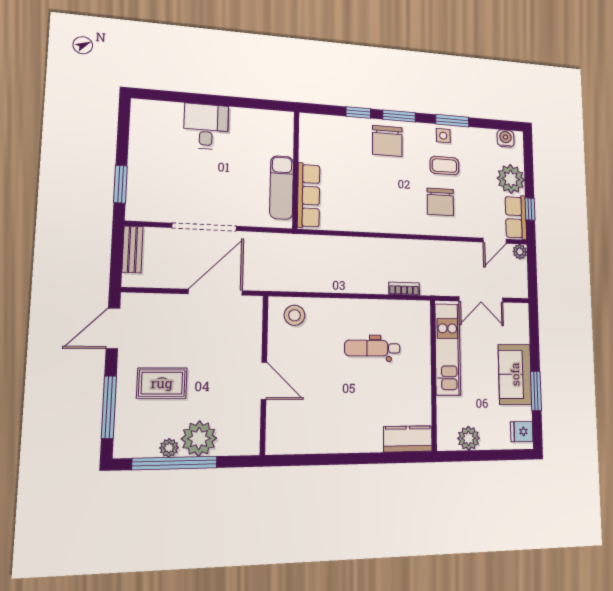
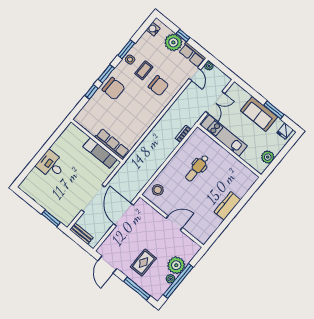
window: (530, 209) -> (183, 36), moved
kitchen counter: (408, 439) -> (227, 206), moved

